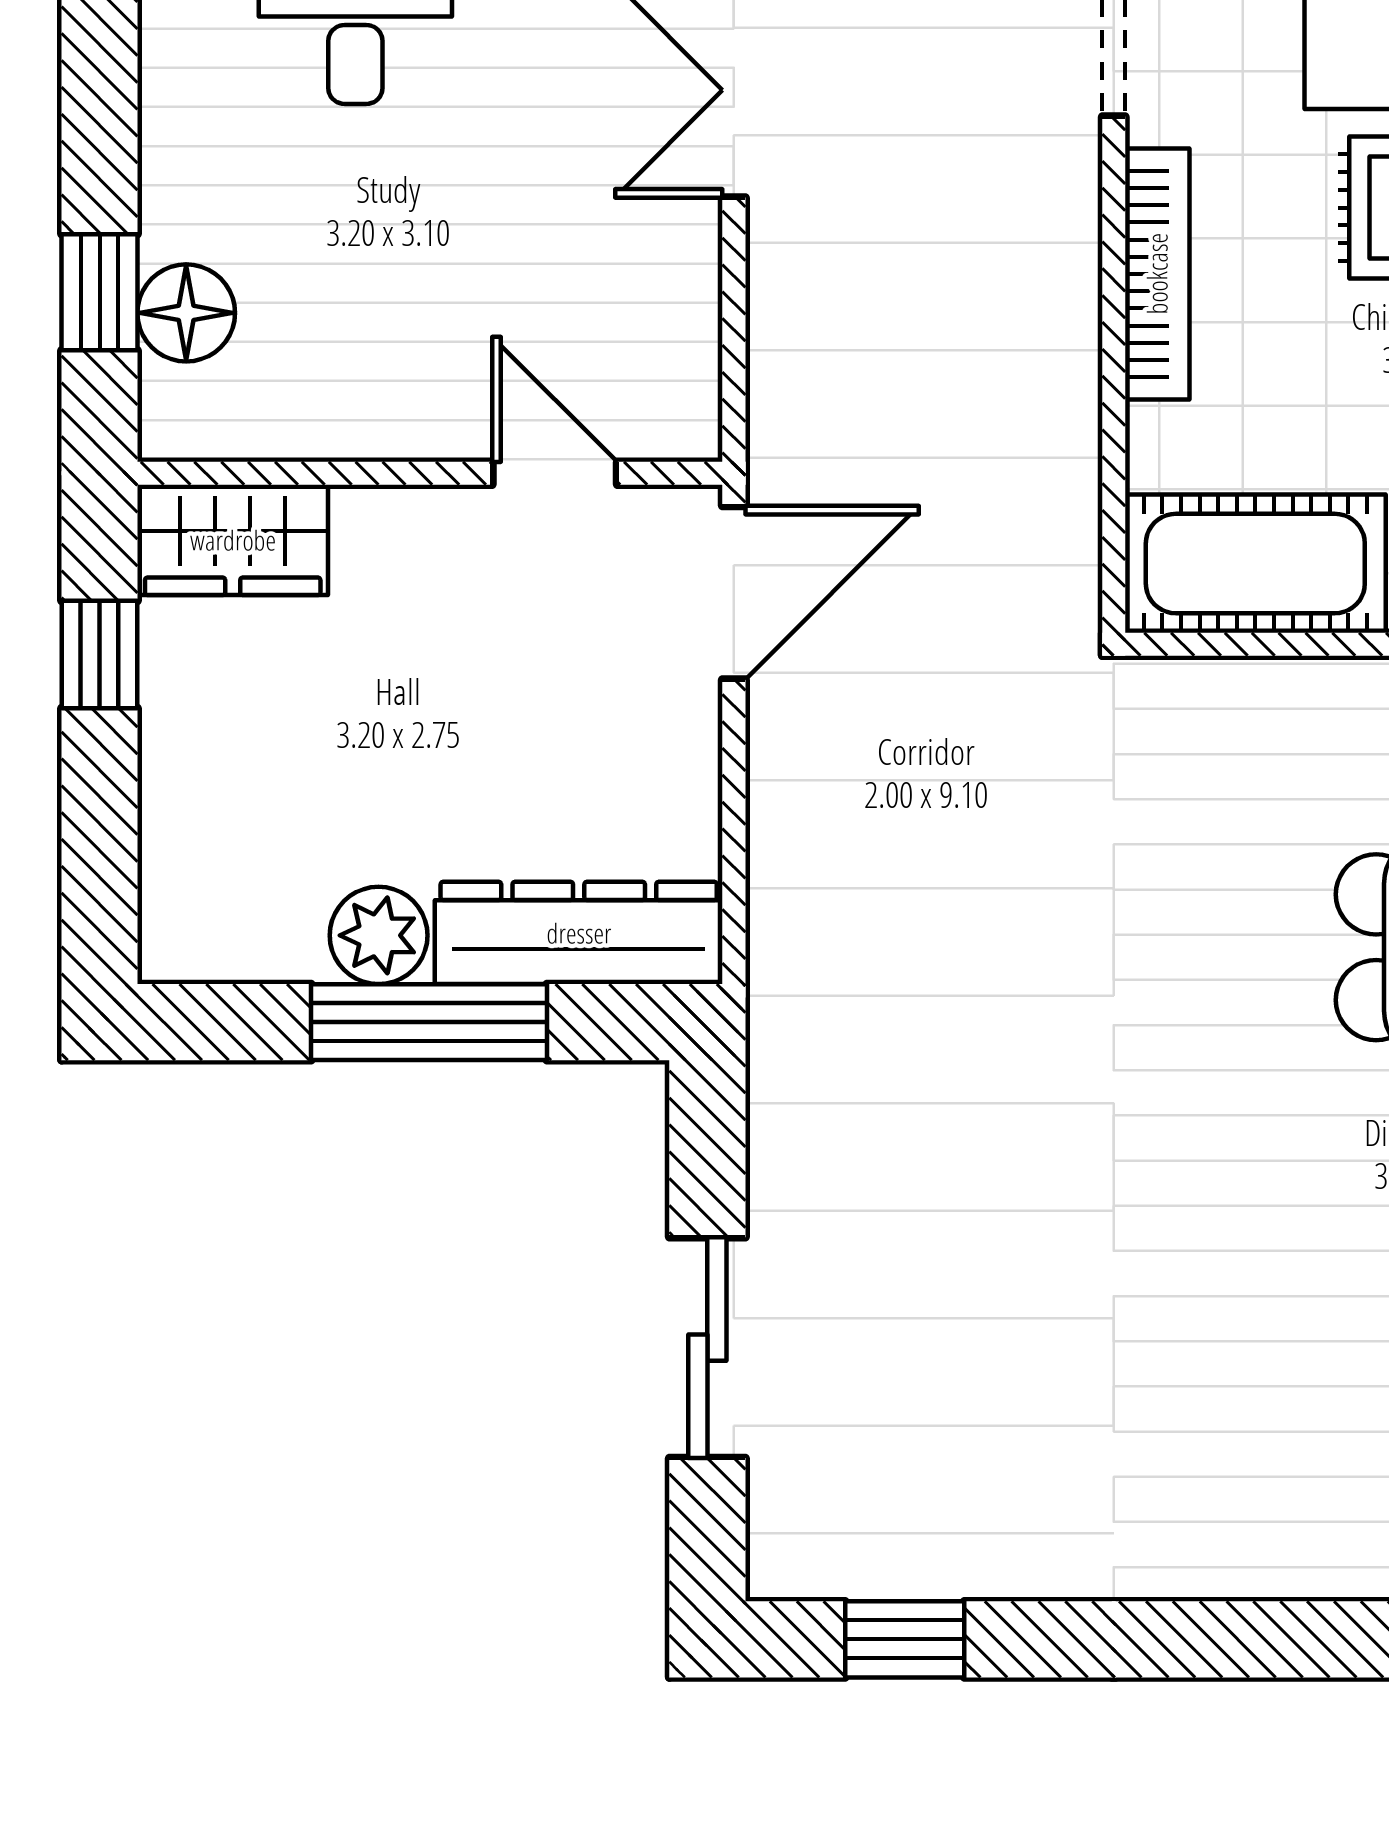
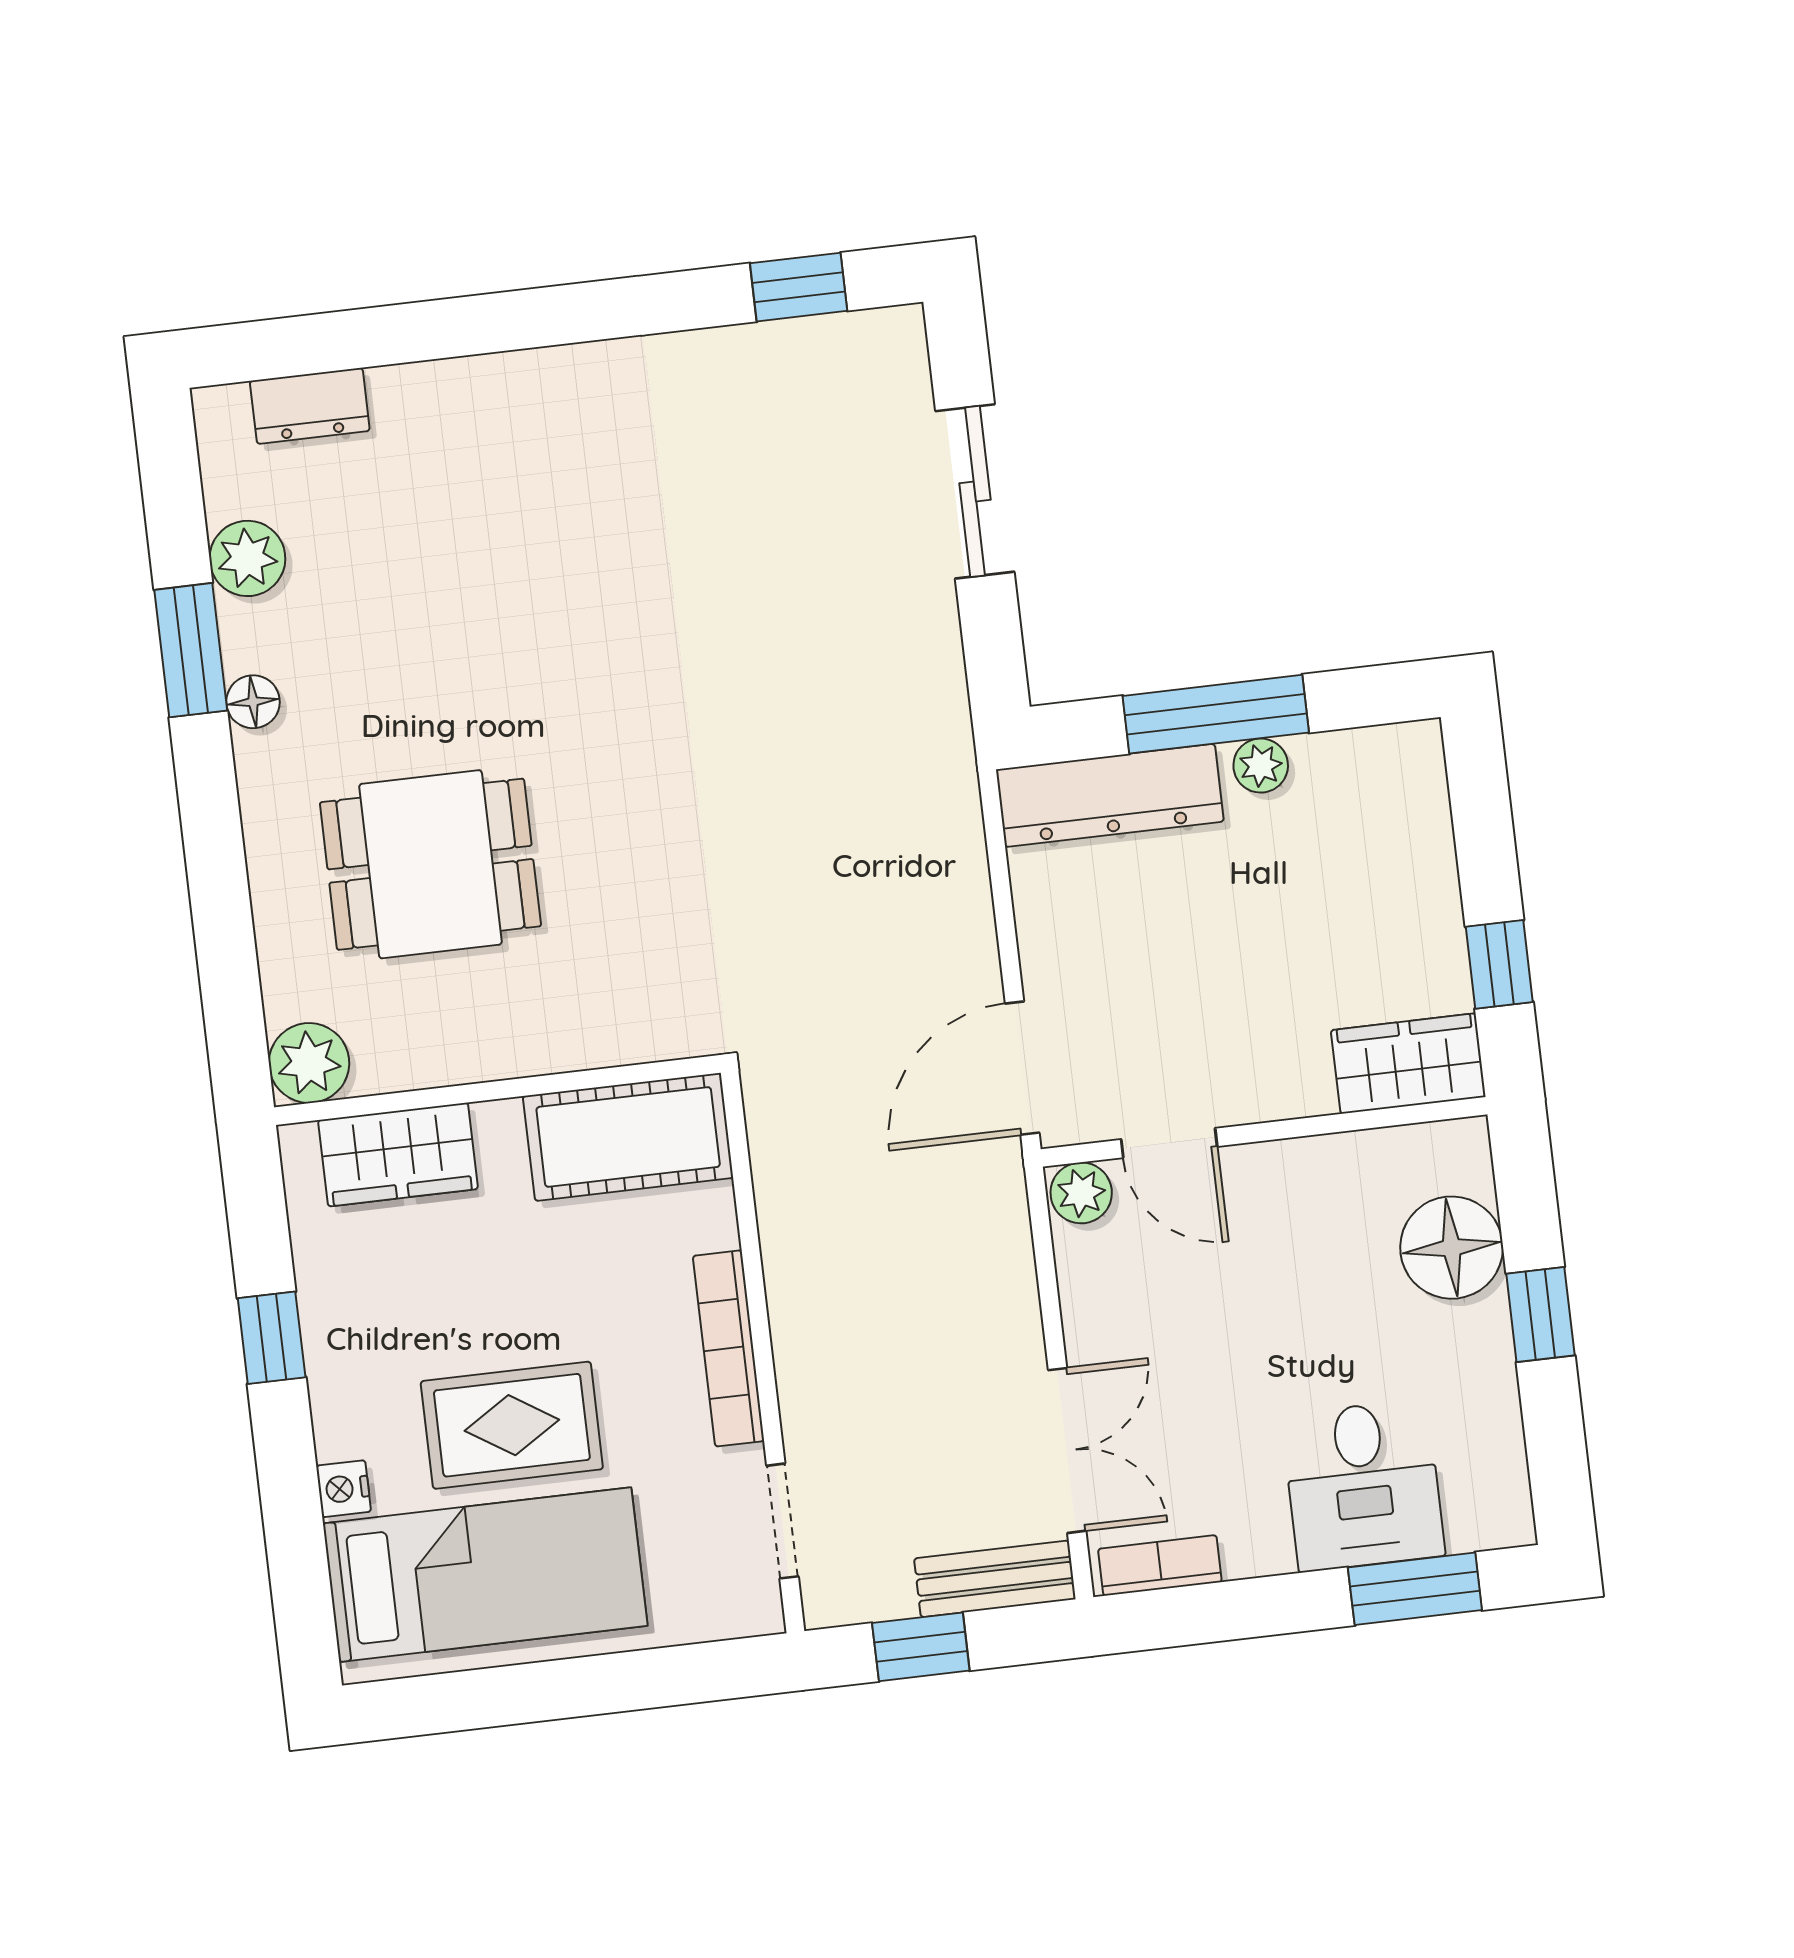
window: (100, 292) -> (1540, 1315), moved
floor lamp: (186, 313) -> (1452, 1248), width x1.38, depth x1.38
plant: (676, 422) -> (1081, 1193), added
plant: (379, 935) -> (1261, 766), width x0.73, depth x0.73

